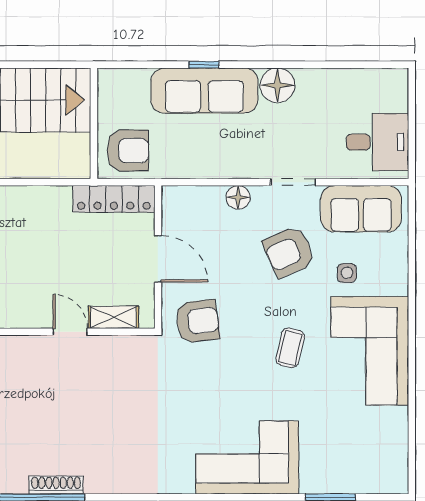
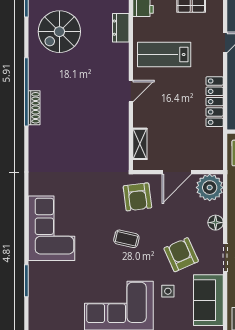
locker: (114, 199) -> (215, 102), moved
plant: (183, 207) -> (210, 188), added
door: (70, 332) -> (131, 91), moved
coffee table: (290, 348) -> (126, 239), moved

